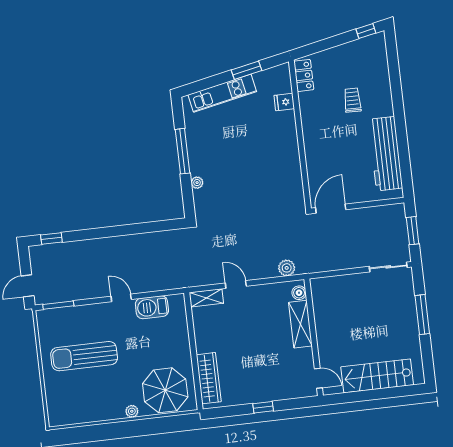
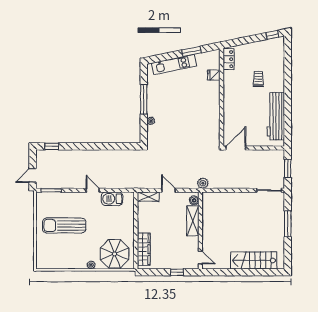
boiler: (299, 293) -> (194, 200), moved
shelving: (300, 324) -> (193, 221), moved
wall: (314, 337) -> (200, 230), moved
door: (318, 378) -> (200, 257), moved

